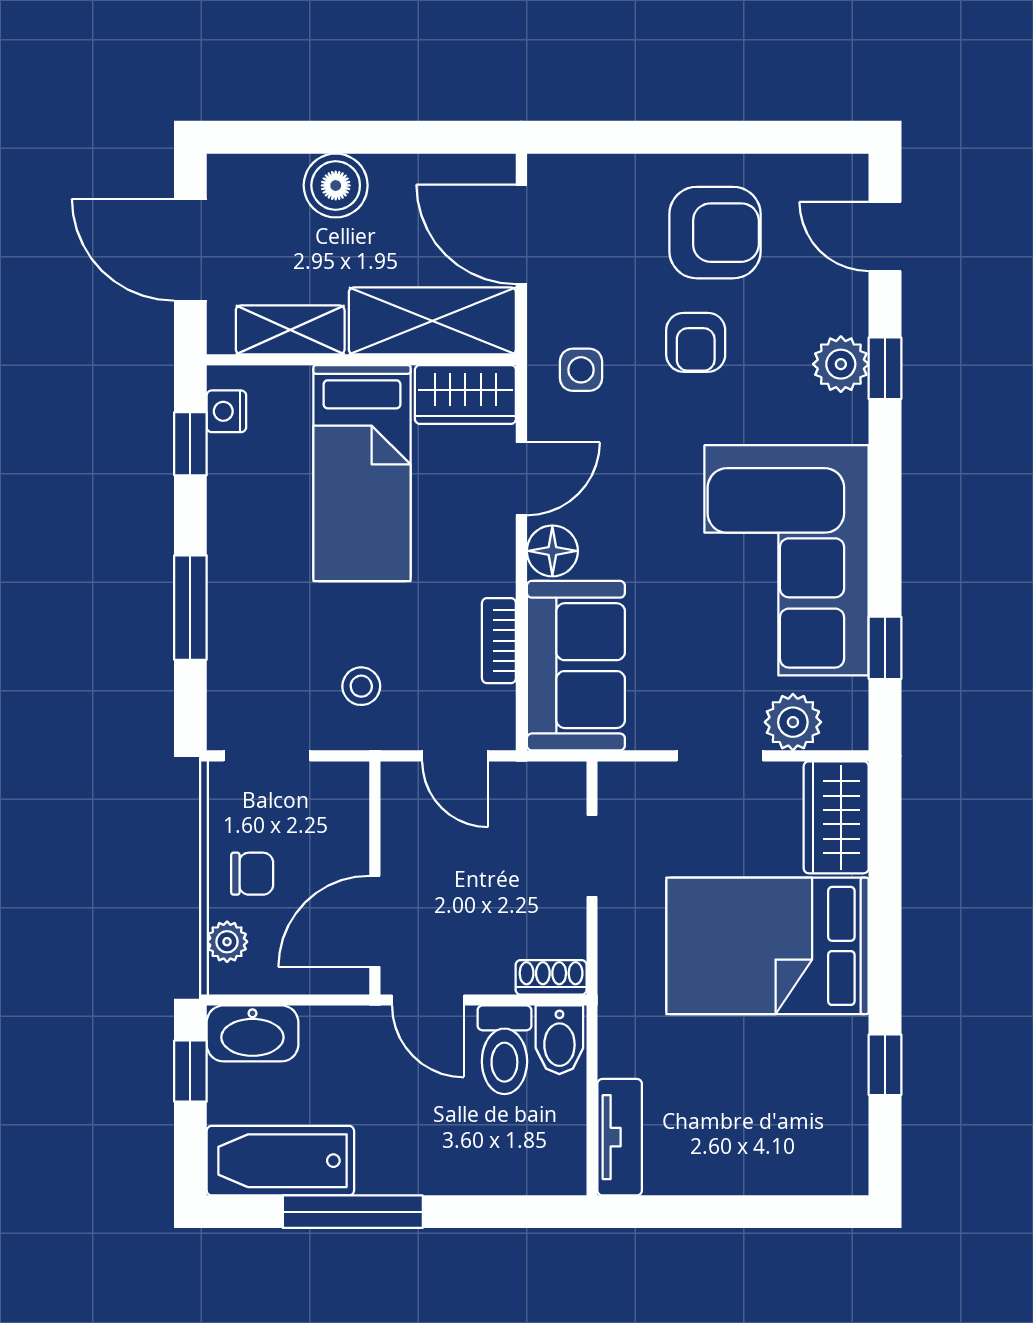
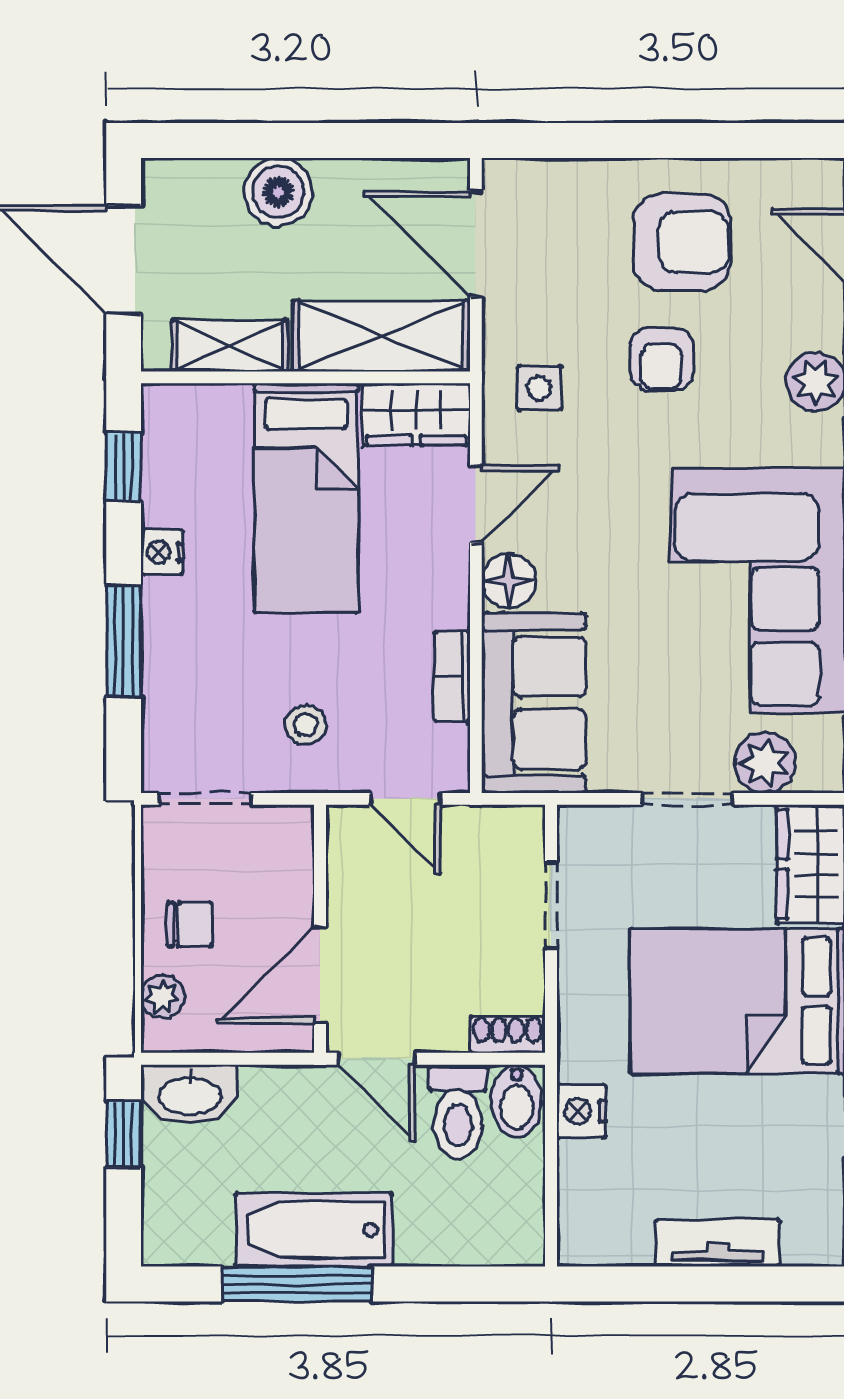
nightstand: (226, 411) -> (162, 552), moved
nightstand: (621, 1049) -> (582, 1111), added
tv unit: (620, 1137) -> (718, 1243), moved, turned -90
bathtub: (280, 1161) -> (314, 1230), moved

